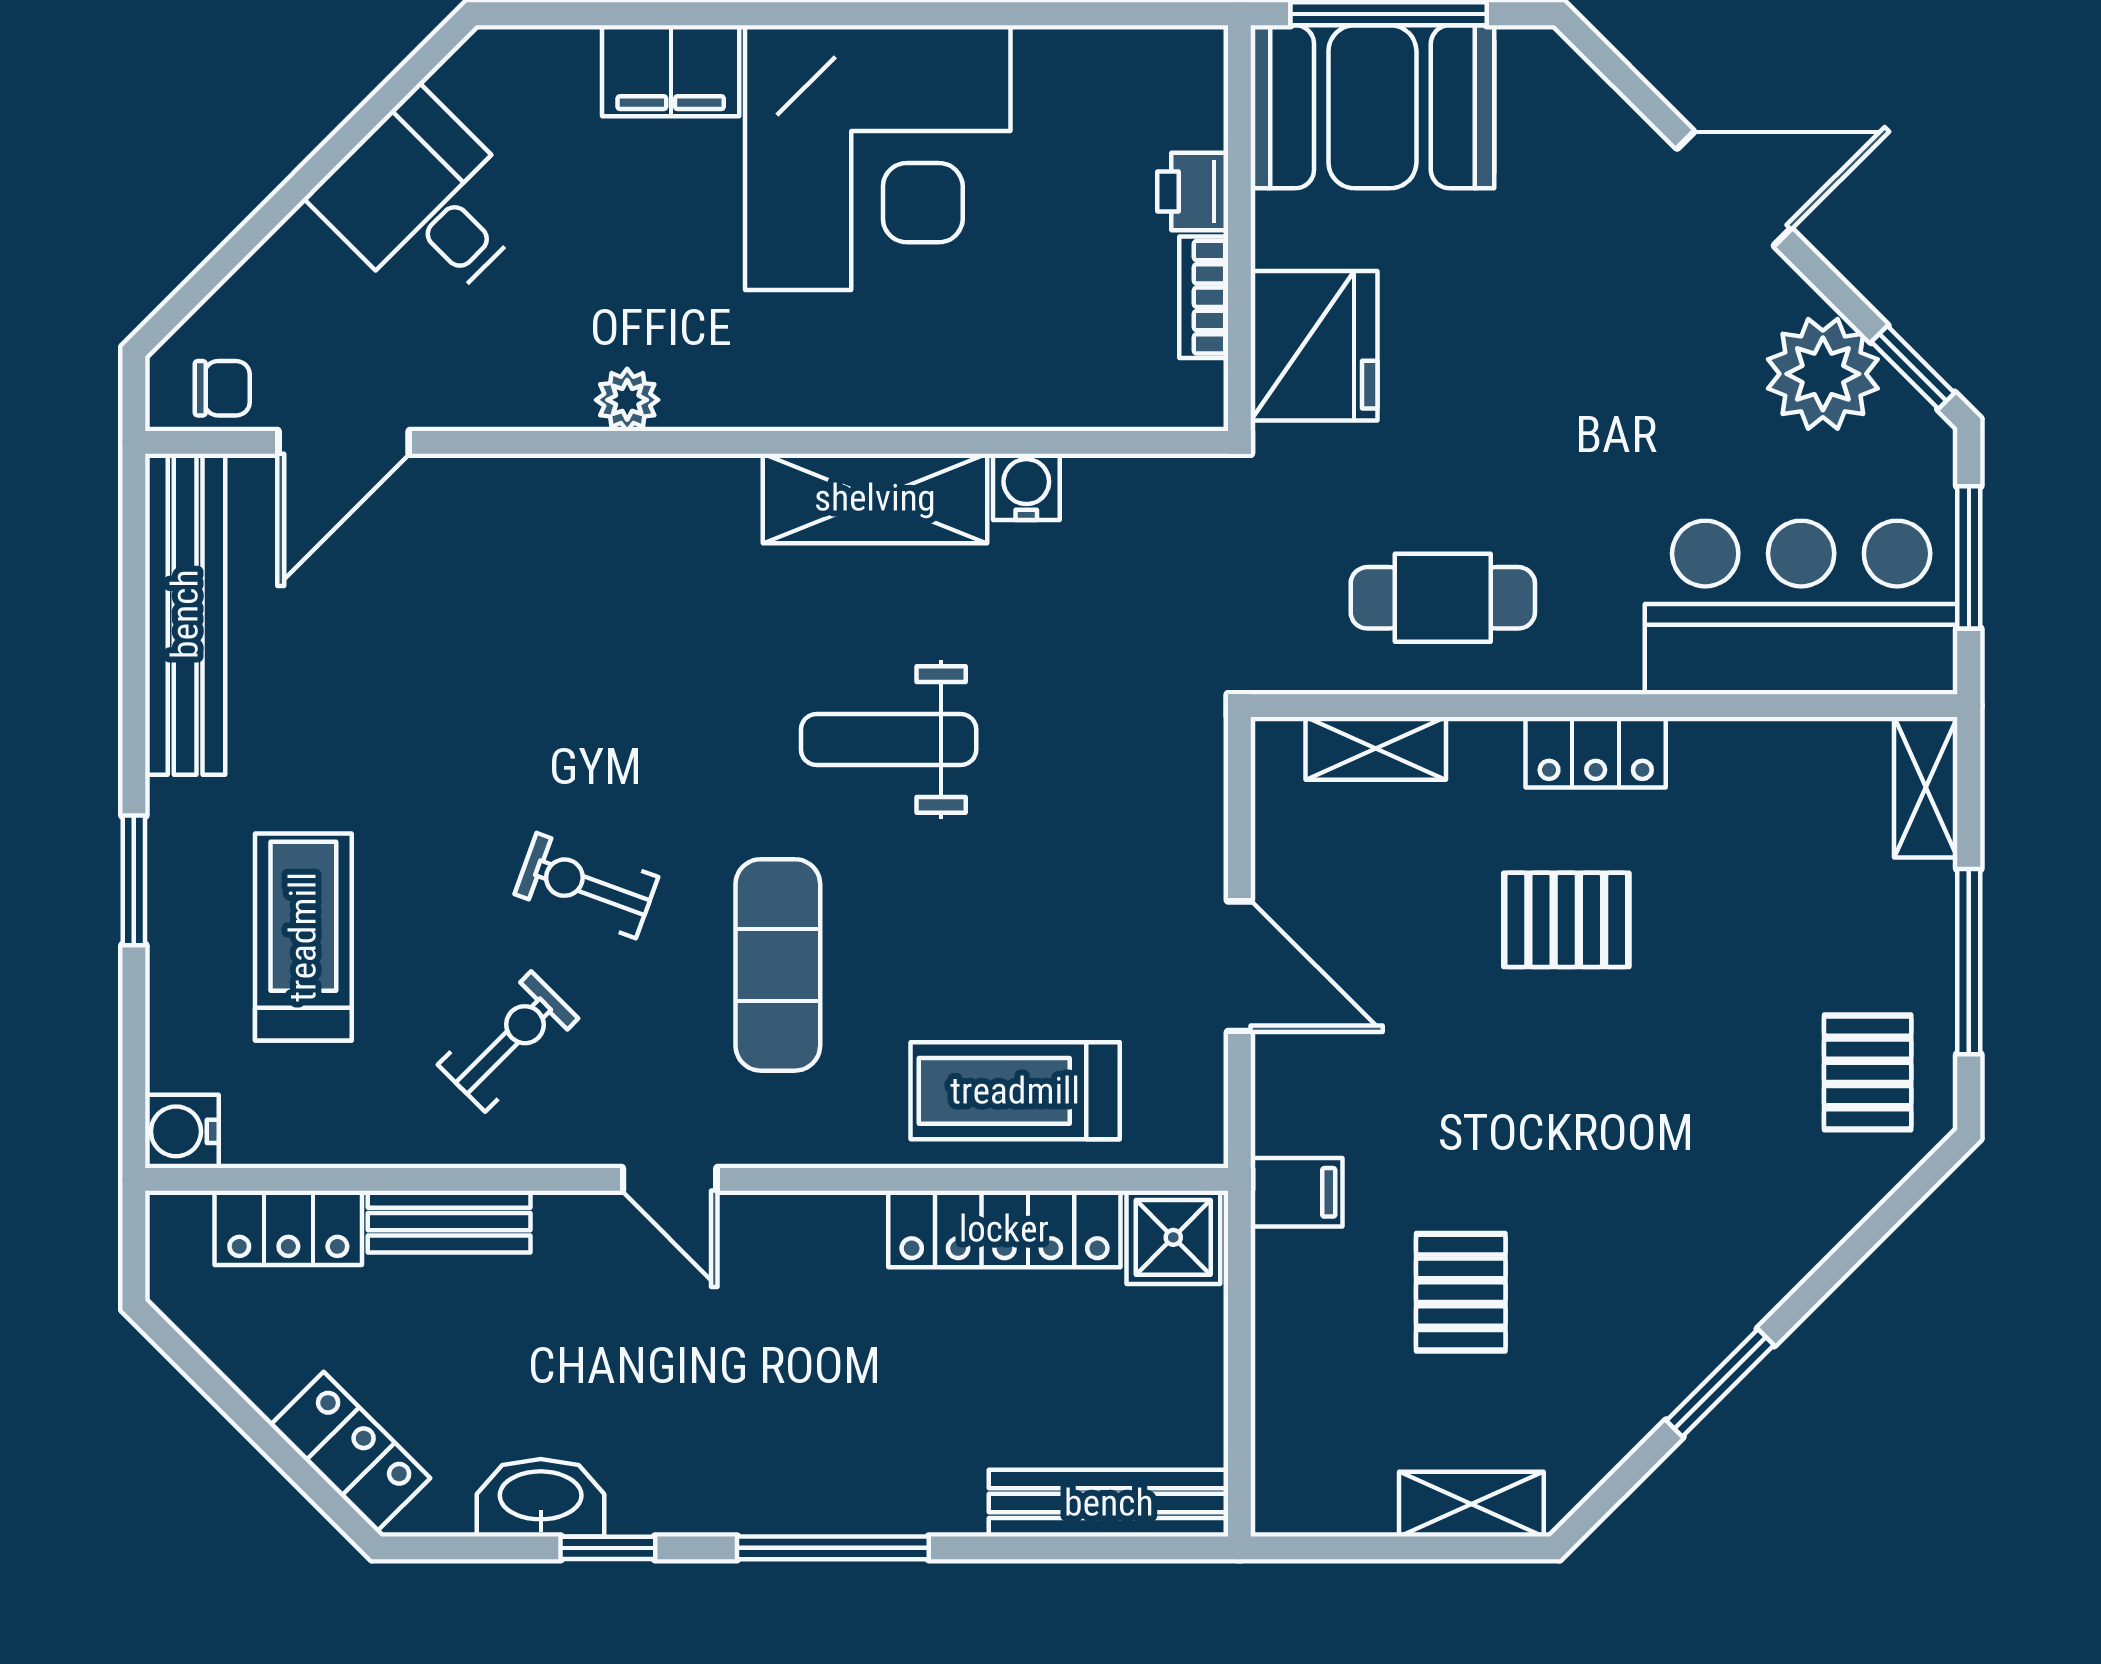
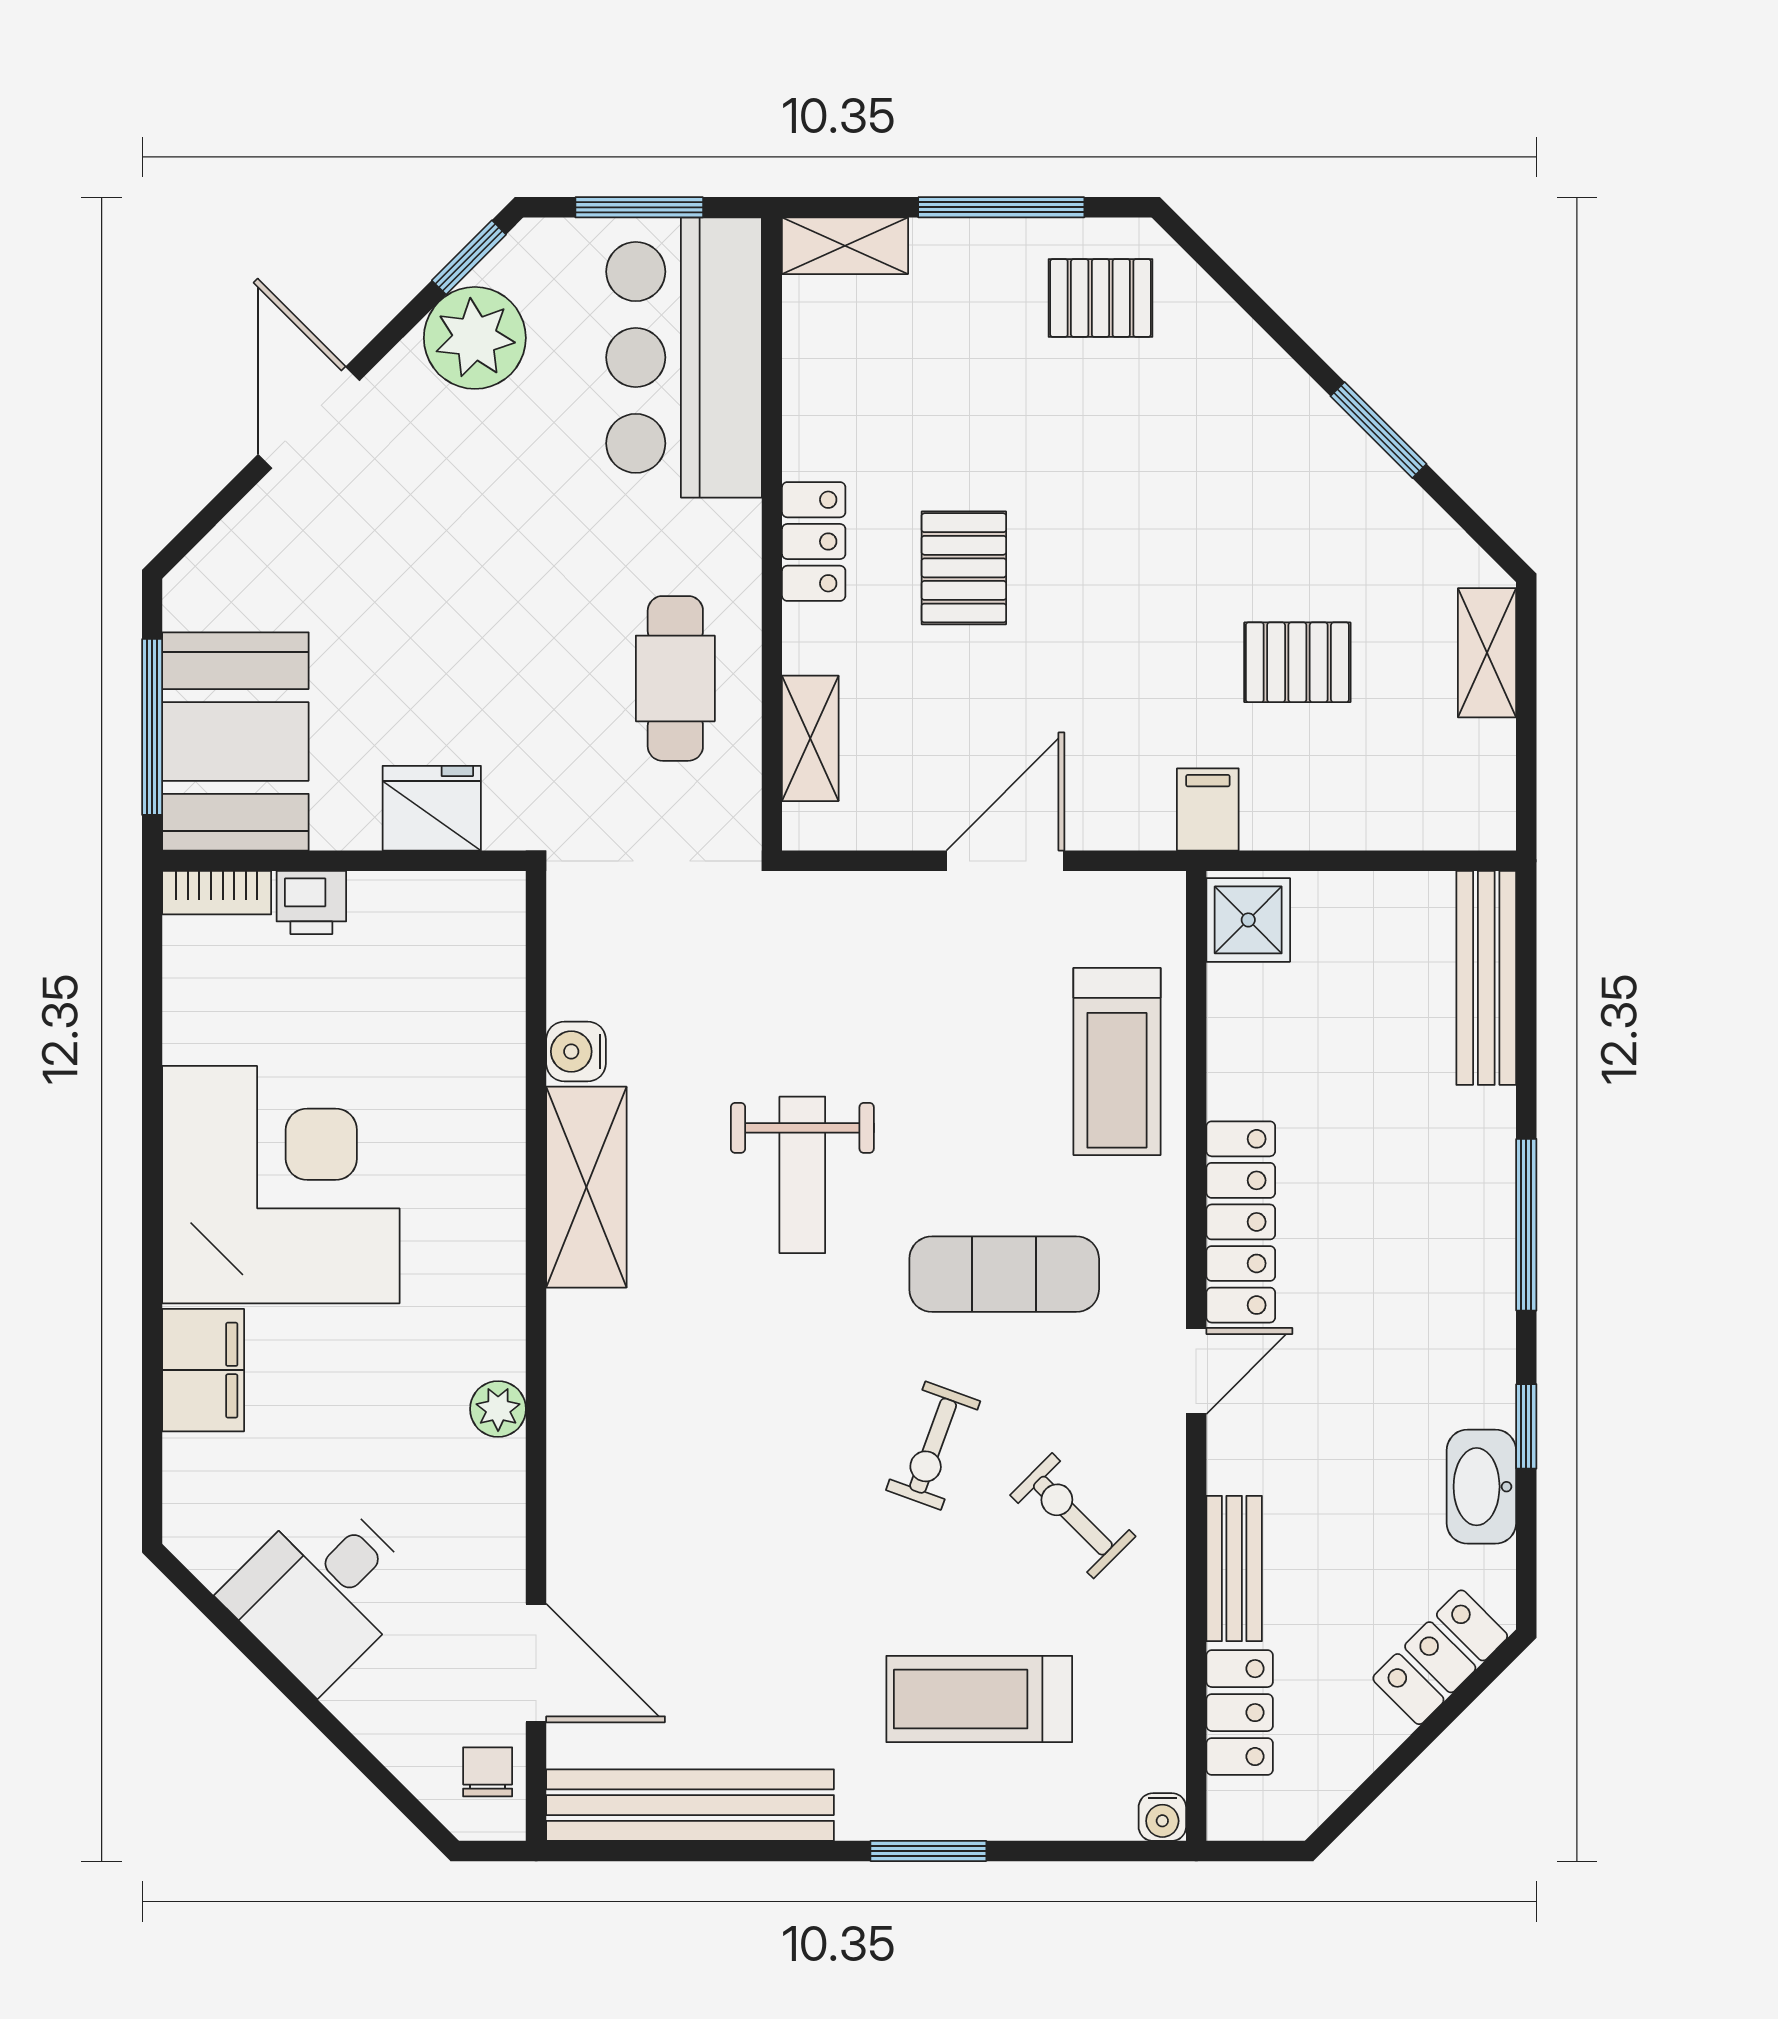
bookcase: (1204, 297) -> (217, 893), moved
fridge: (1314, 346) -> (432, 808), width x0.73, depth x0.75
water cooler: (182, 1131) -> (1162, 1817), width x0.72, depth x0.72
locker: (1004, 1229) -> (1241, 1222), moved

